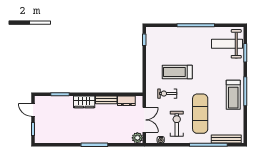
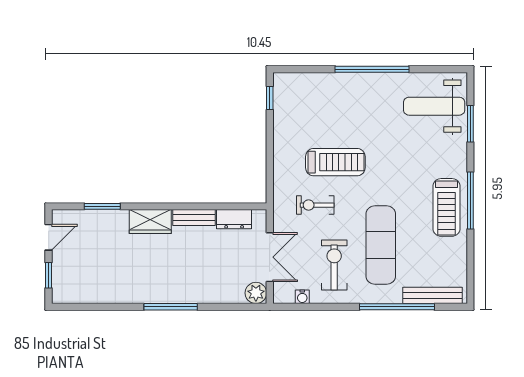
treadmill: (177, 72) -> (335, 162), turned 180
door: (33, 110) -> (49, 237), swing flipped

